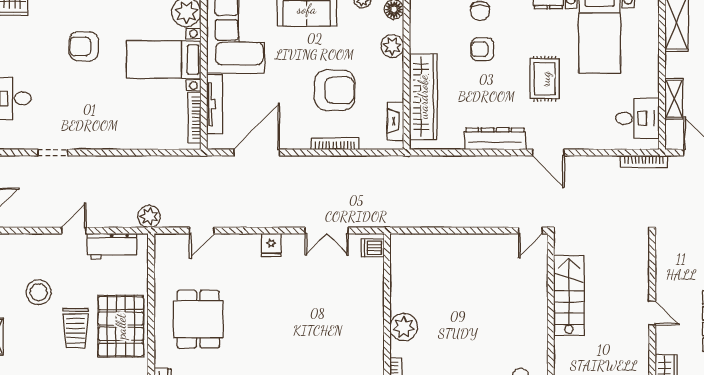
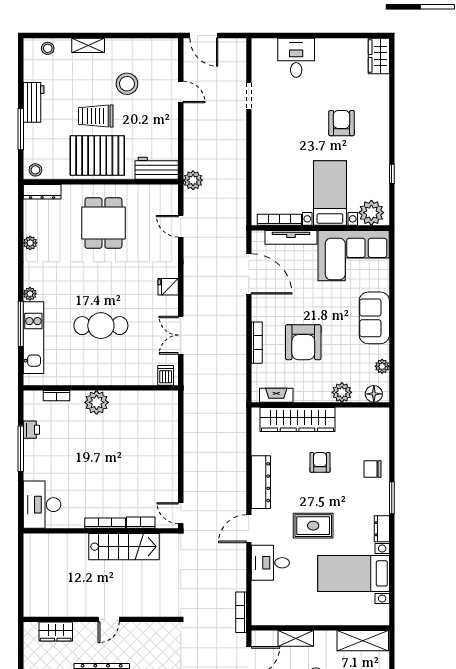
armchair: (482, 49) -> (320, 462), moved
desk: (637, 118) -> (270, 563), moved, turned 90
door: (74, 231) -> (181, 92), moved
workbench: (112, 246) -> (157, 168), moved, turned 90
bookcase: (541, 276) -> (141, 523), added
bookcase: (542, 317) -> (105, 523), added
dining table: (198, 319) -> (103, 223), turned 90
cafe table: (316, 322) -> (101, 326), added

